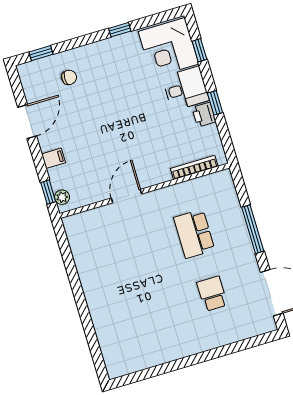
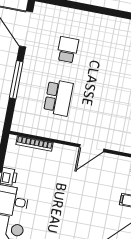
school desk: (212, 294) -> (68, 50), turned 180

